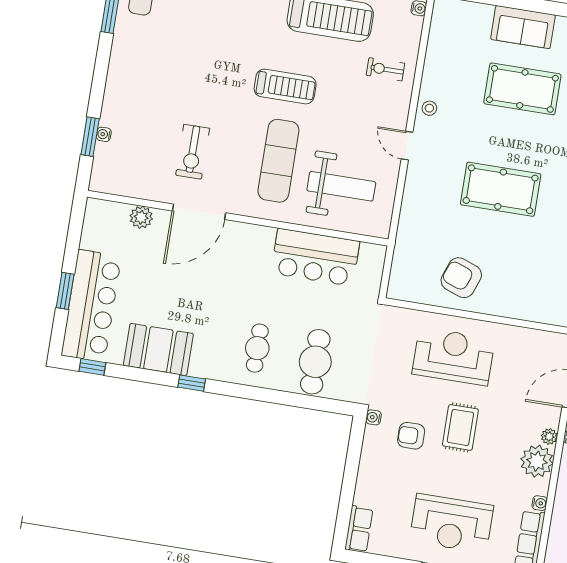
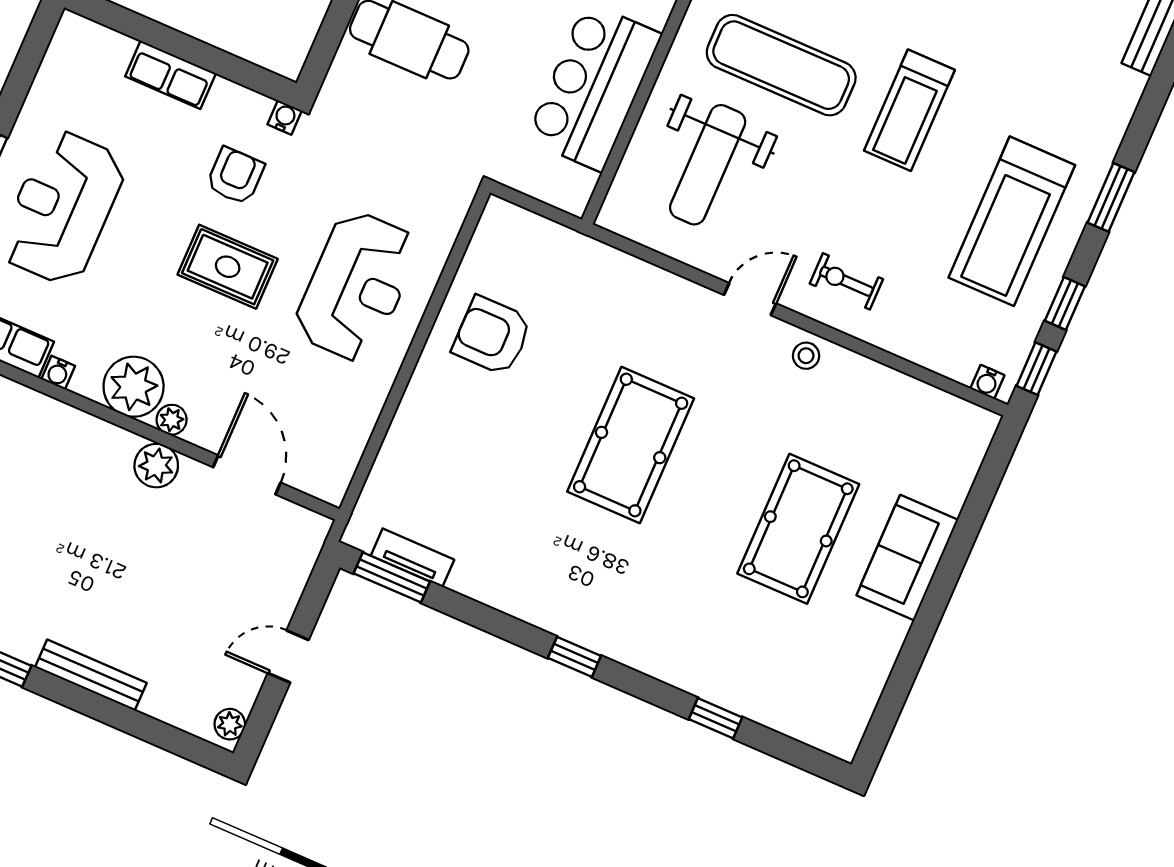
exercise bike: (385, 69) -> (846, 281), moved, turned -90
armchair: (461, 278) -> (492, 336), turned -110
row of seats: (359, 529) -> (171, 75), moved

